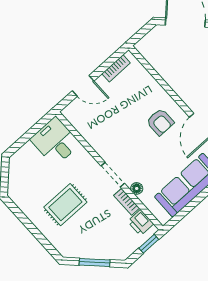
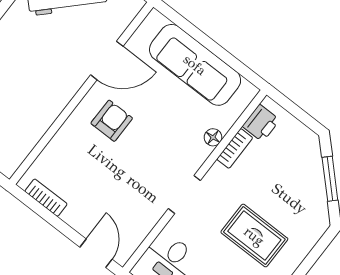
door: (83, 86) -> (96, 253), moved
doorway: (113, 175) -> (184, 194), moved
window: (149, 244) -> (289, 106), removed

